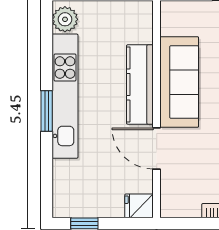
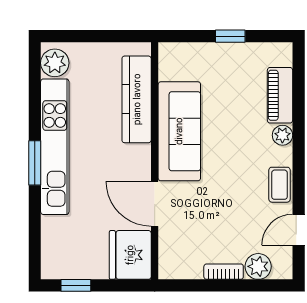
kitchen counter: (140, 84) -> (137, 99), moved
fridge: (139, 206) -> (130, 255), width x1.88, depth x1.34

